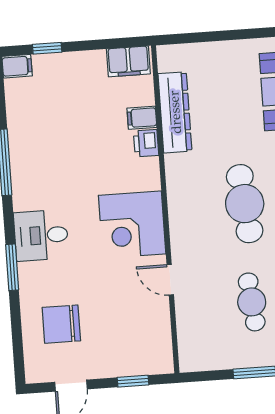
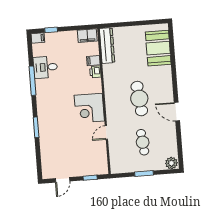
dresser: (175, 112) -> (107, 46), moved
desk: (41, 235) -> (45, 67), moved
door: (170, 280) -> (106, 133), hinge flipped
chair: (61, 324) -> (58, 153), removed

